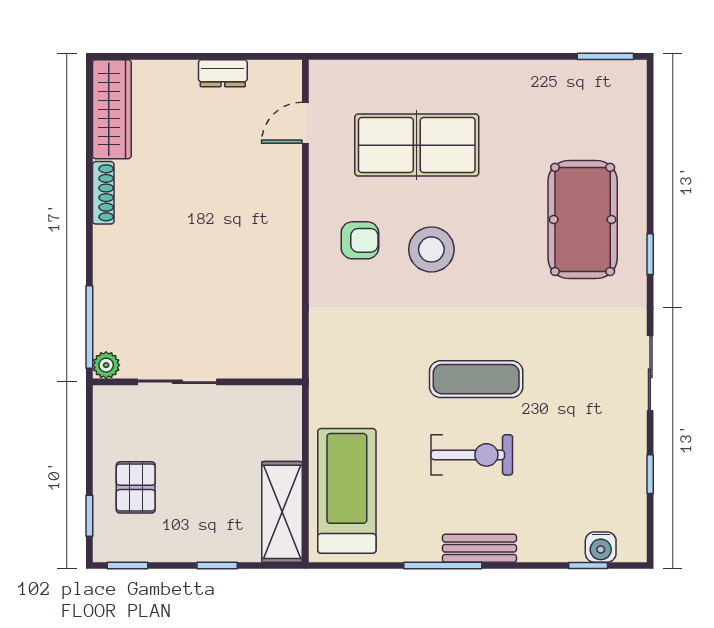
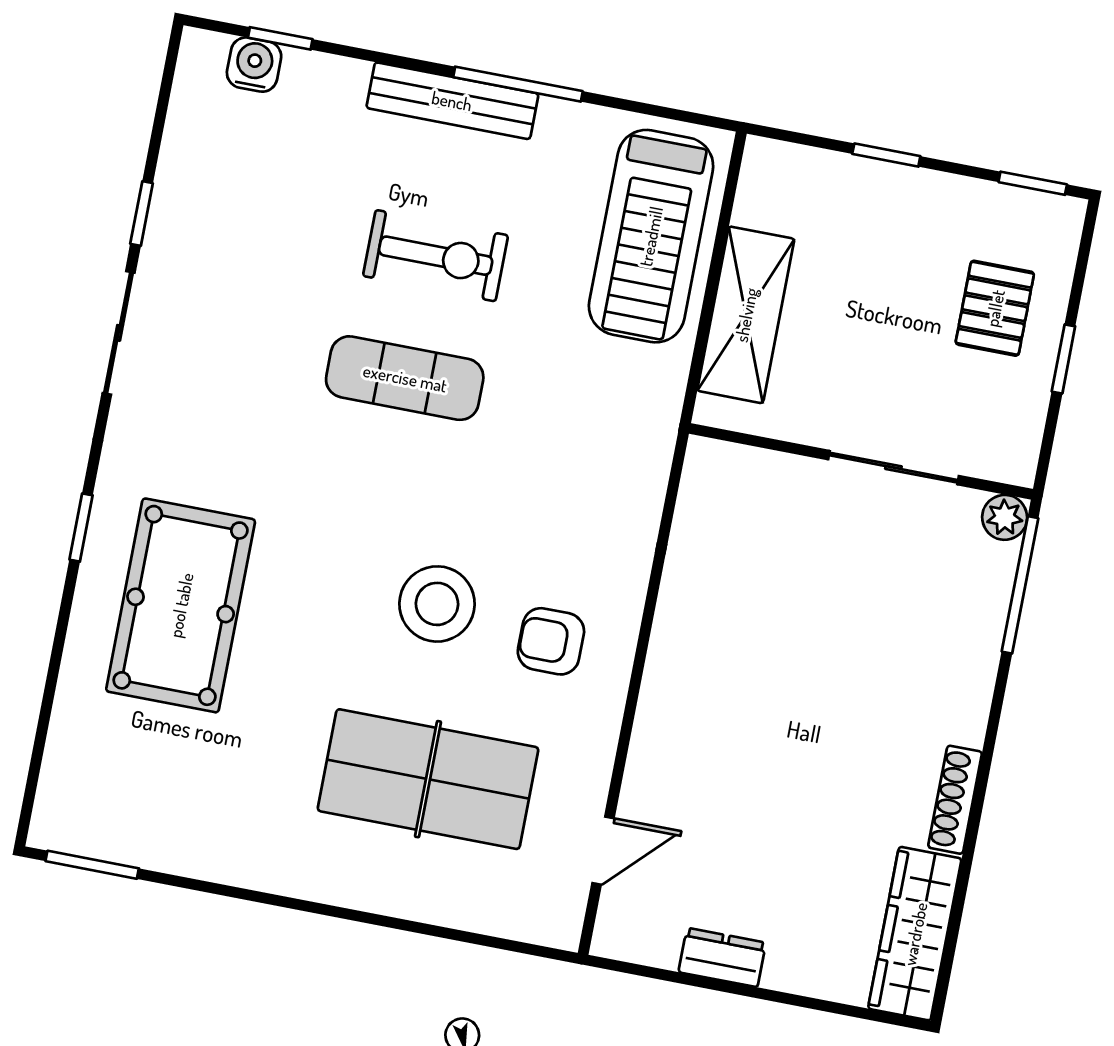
exercise bike: (472, 455) -> (436, 256), turned 180
window: (650, 474) -> (142, 214), moved
shelving: (282, 512) -> (746, 315), moved
window: (89, 516) -> (1063, 359), moved
bench: (479, 548) -> (452, 101), width x1.36

